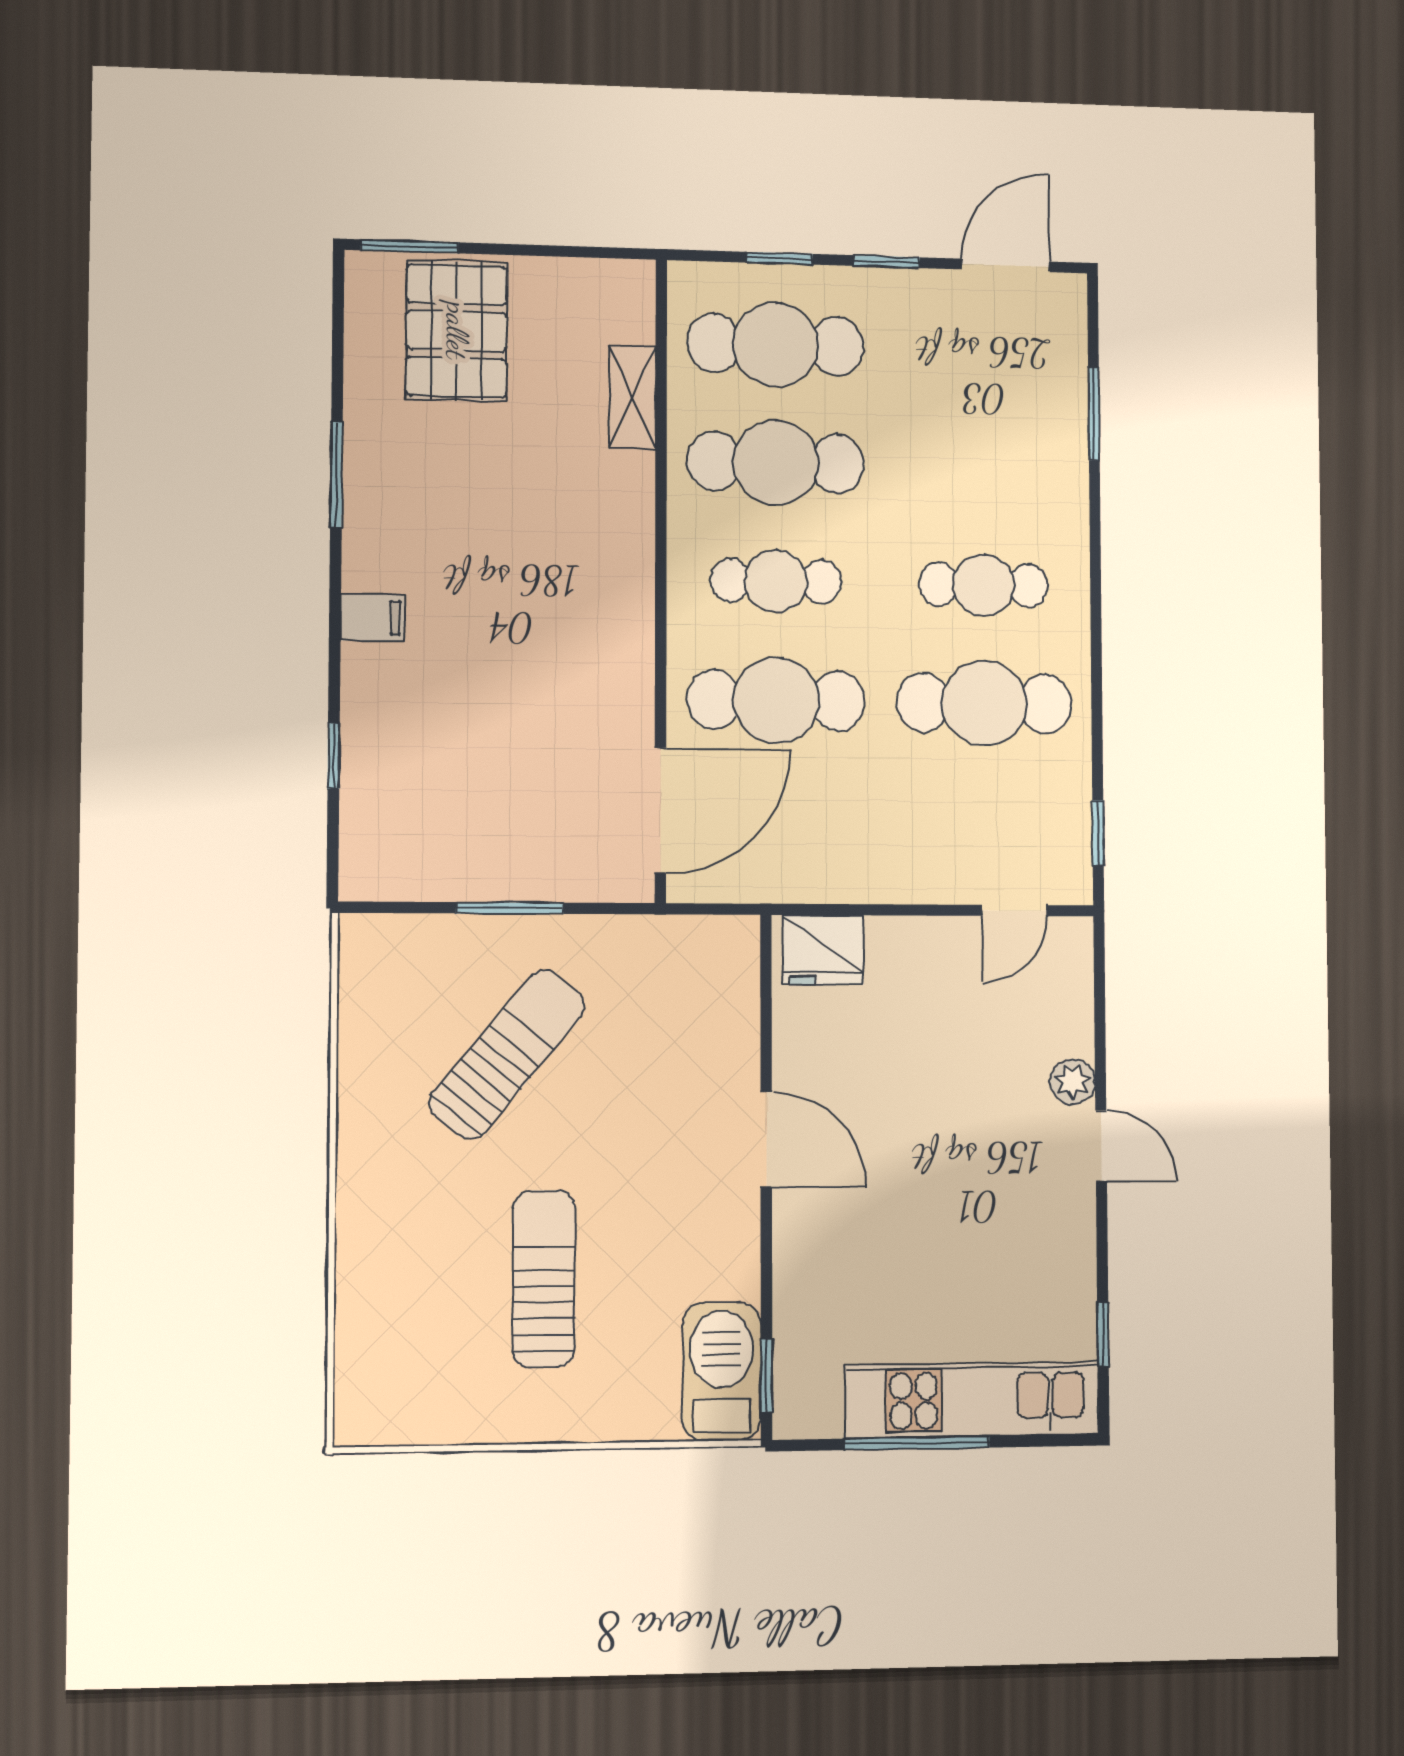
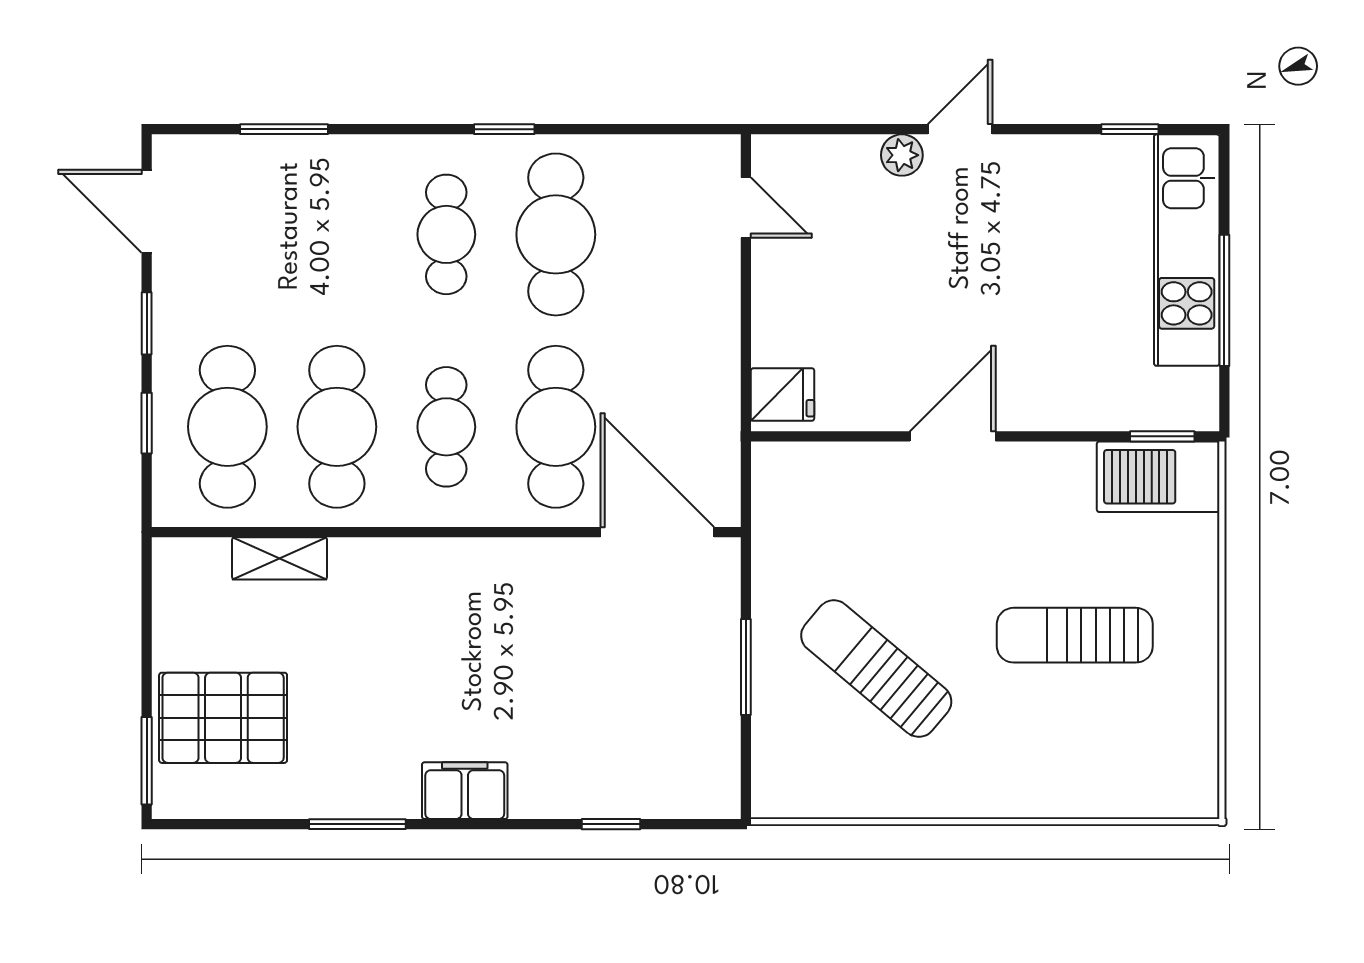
filing cabinet: (373, 617) -> (465, 791), width x2.00
window: (1098, 833) -> (504, 129), moved
fridge: (823, 950) -> (783, 395), width x0.72

